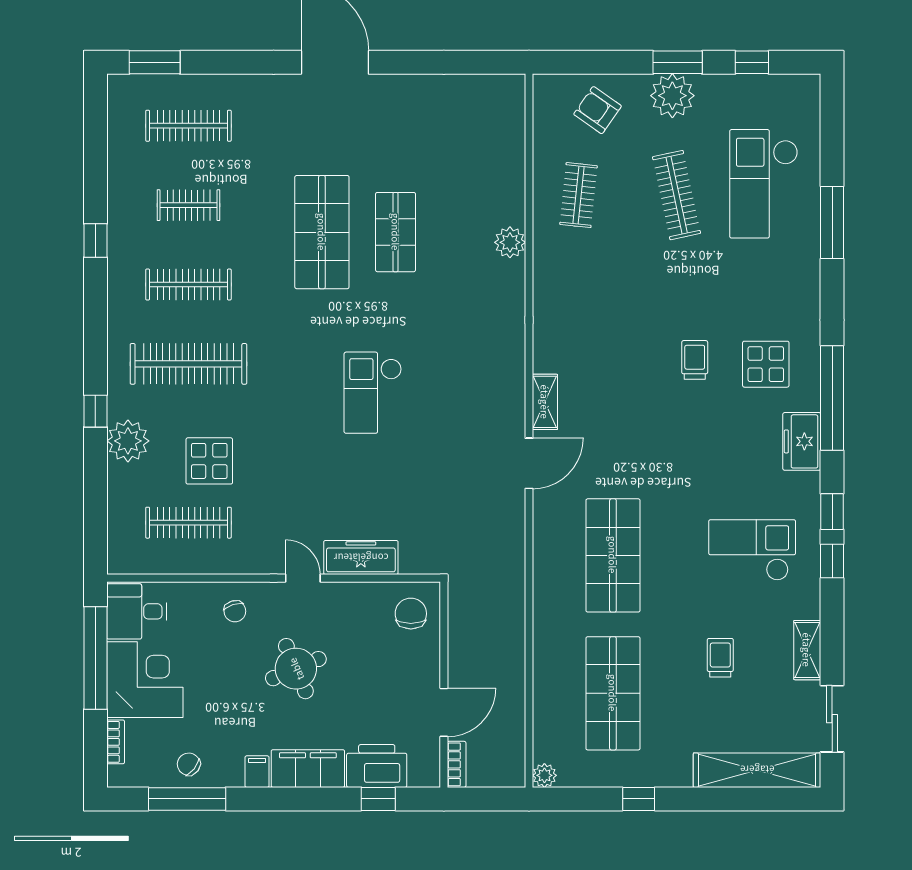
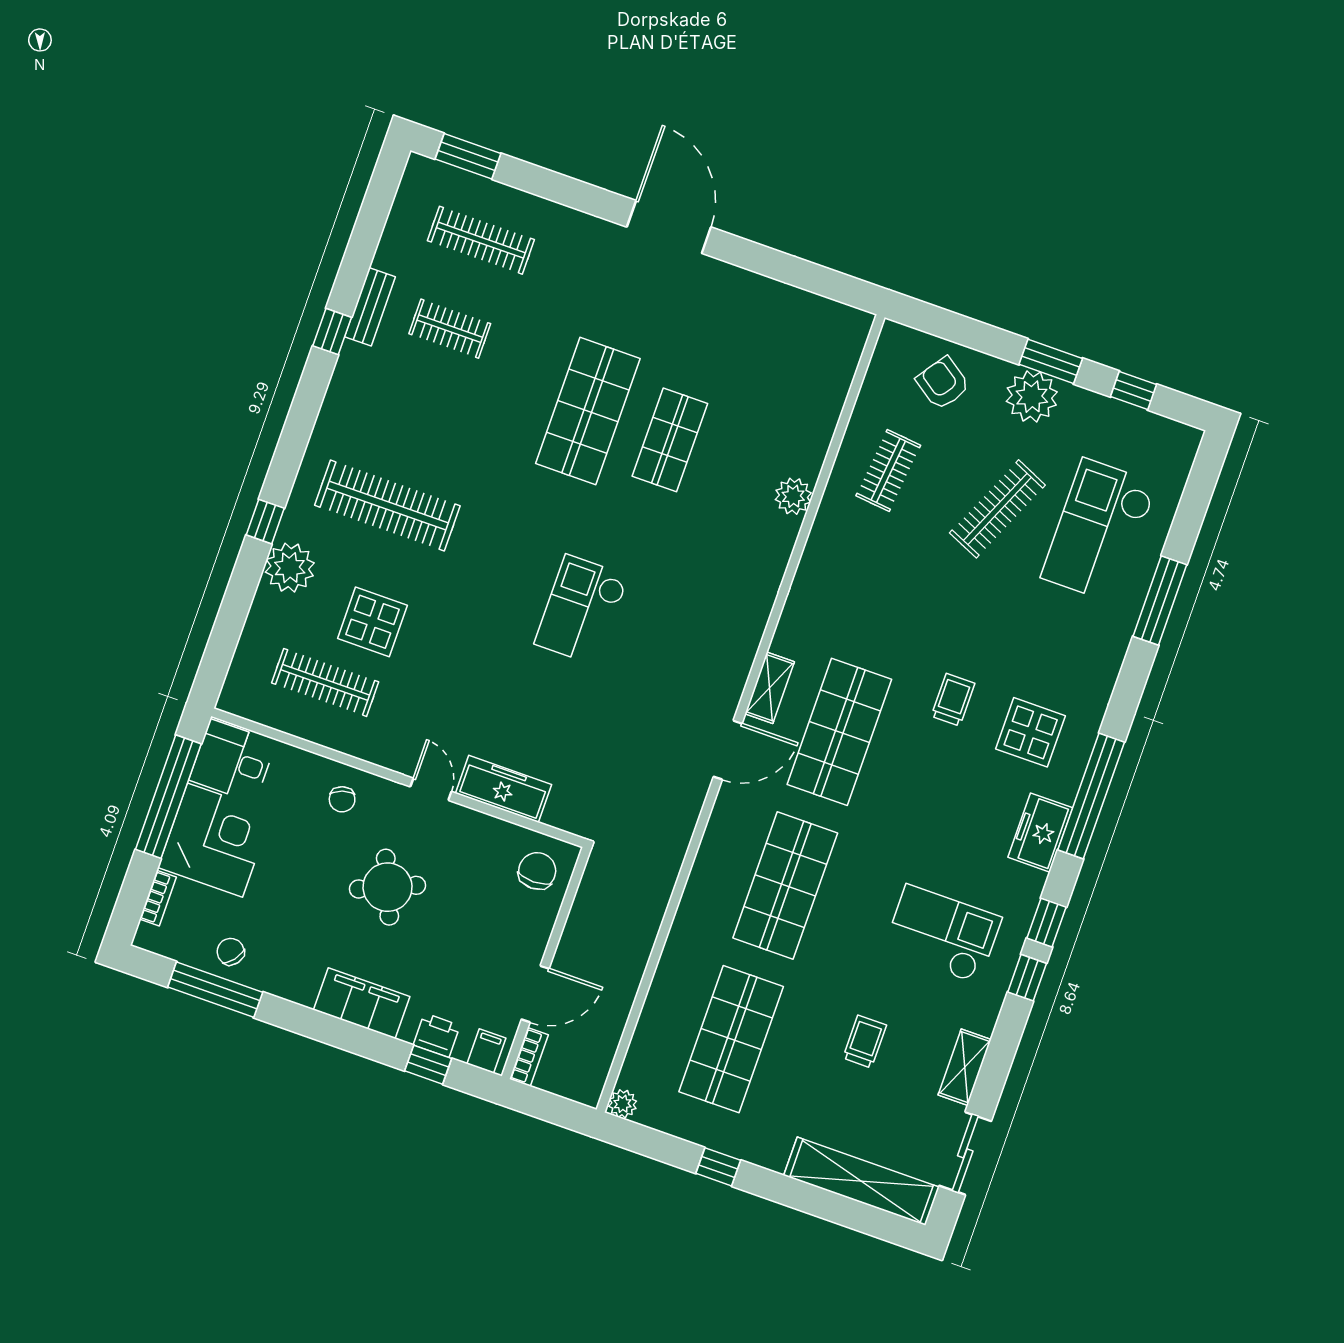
clothes rail: (677, 195) -> (997, 509), turned 36
bench: (119, 210) -> (370, 307), added
clothes rail: (188, 285) -> (419, 417), removed
shop shelf: (613, 418) -> (839, 732), added
printer: (377, 766) -> (437, 1035), width x0.53, depth x0.68
filing cabinet: (257, 772) -> (486, 1051), moved

